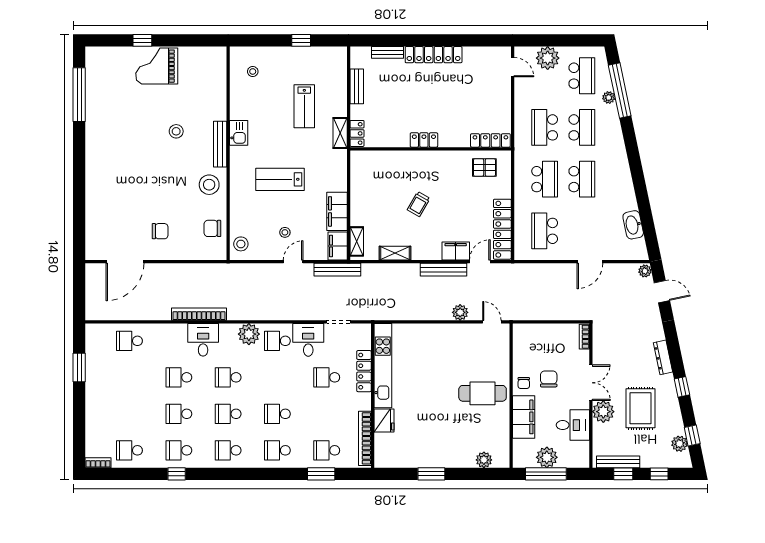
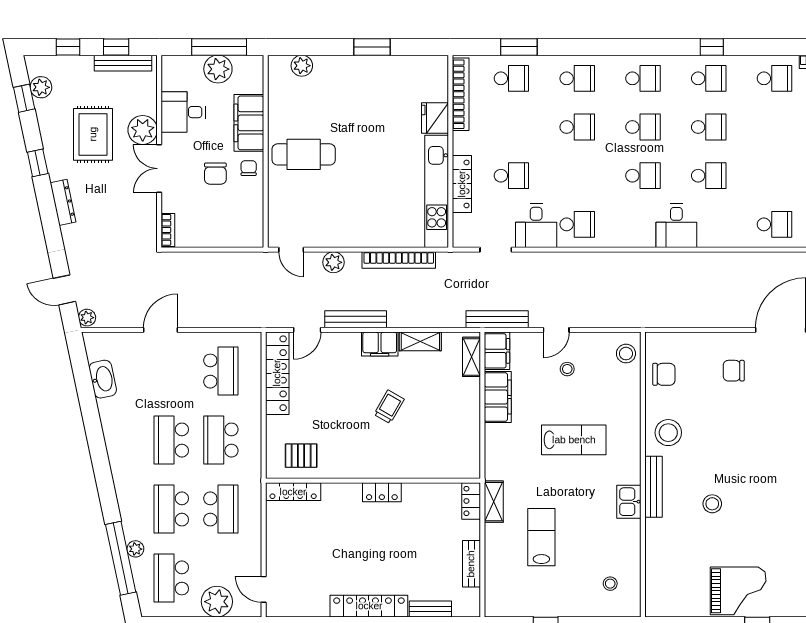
filing cabinet: (456, 251) -> (380, 344), moved
bookcase: (199, 314) -> (399, 260), moved
plant: (249, 334) -> (615, 233), removed

